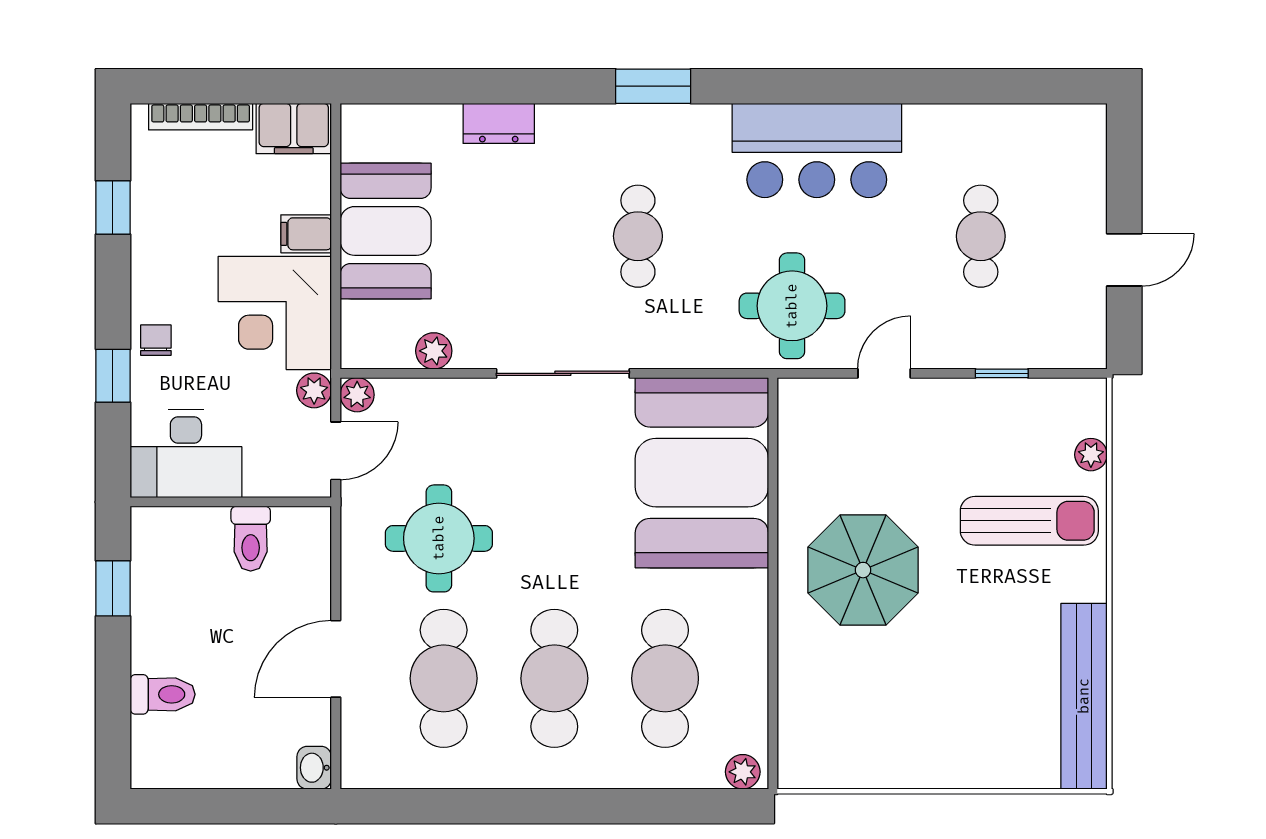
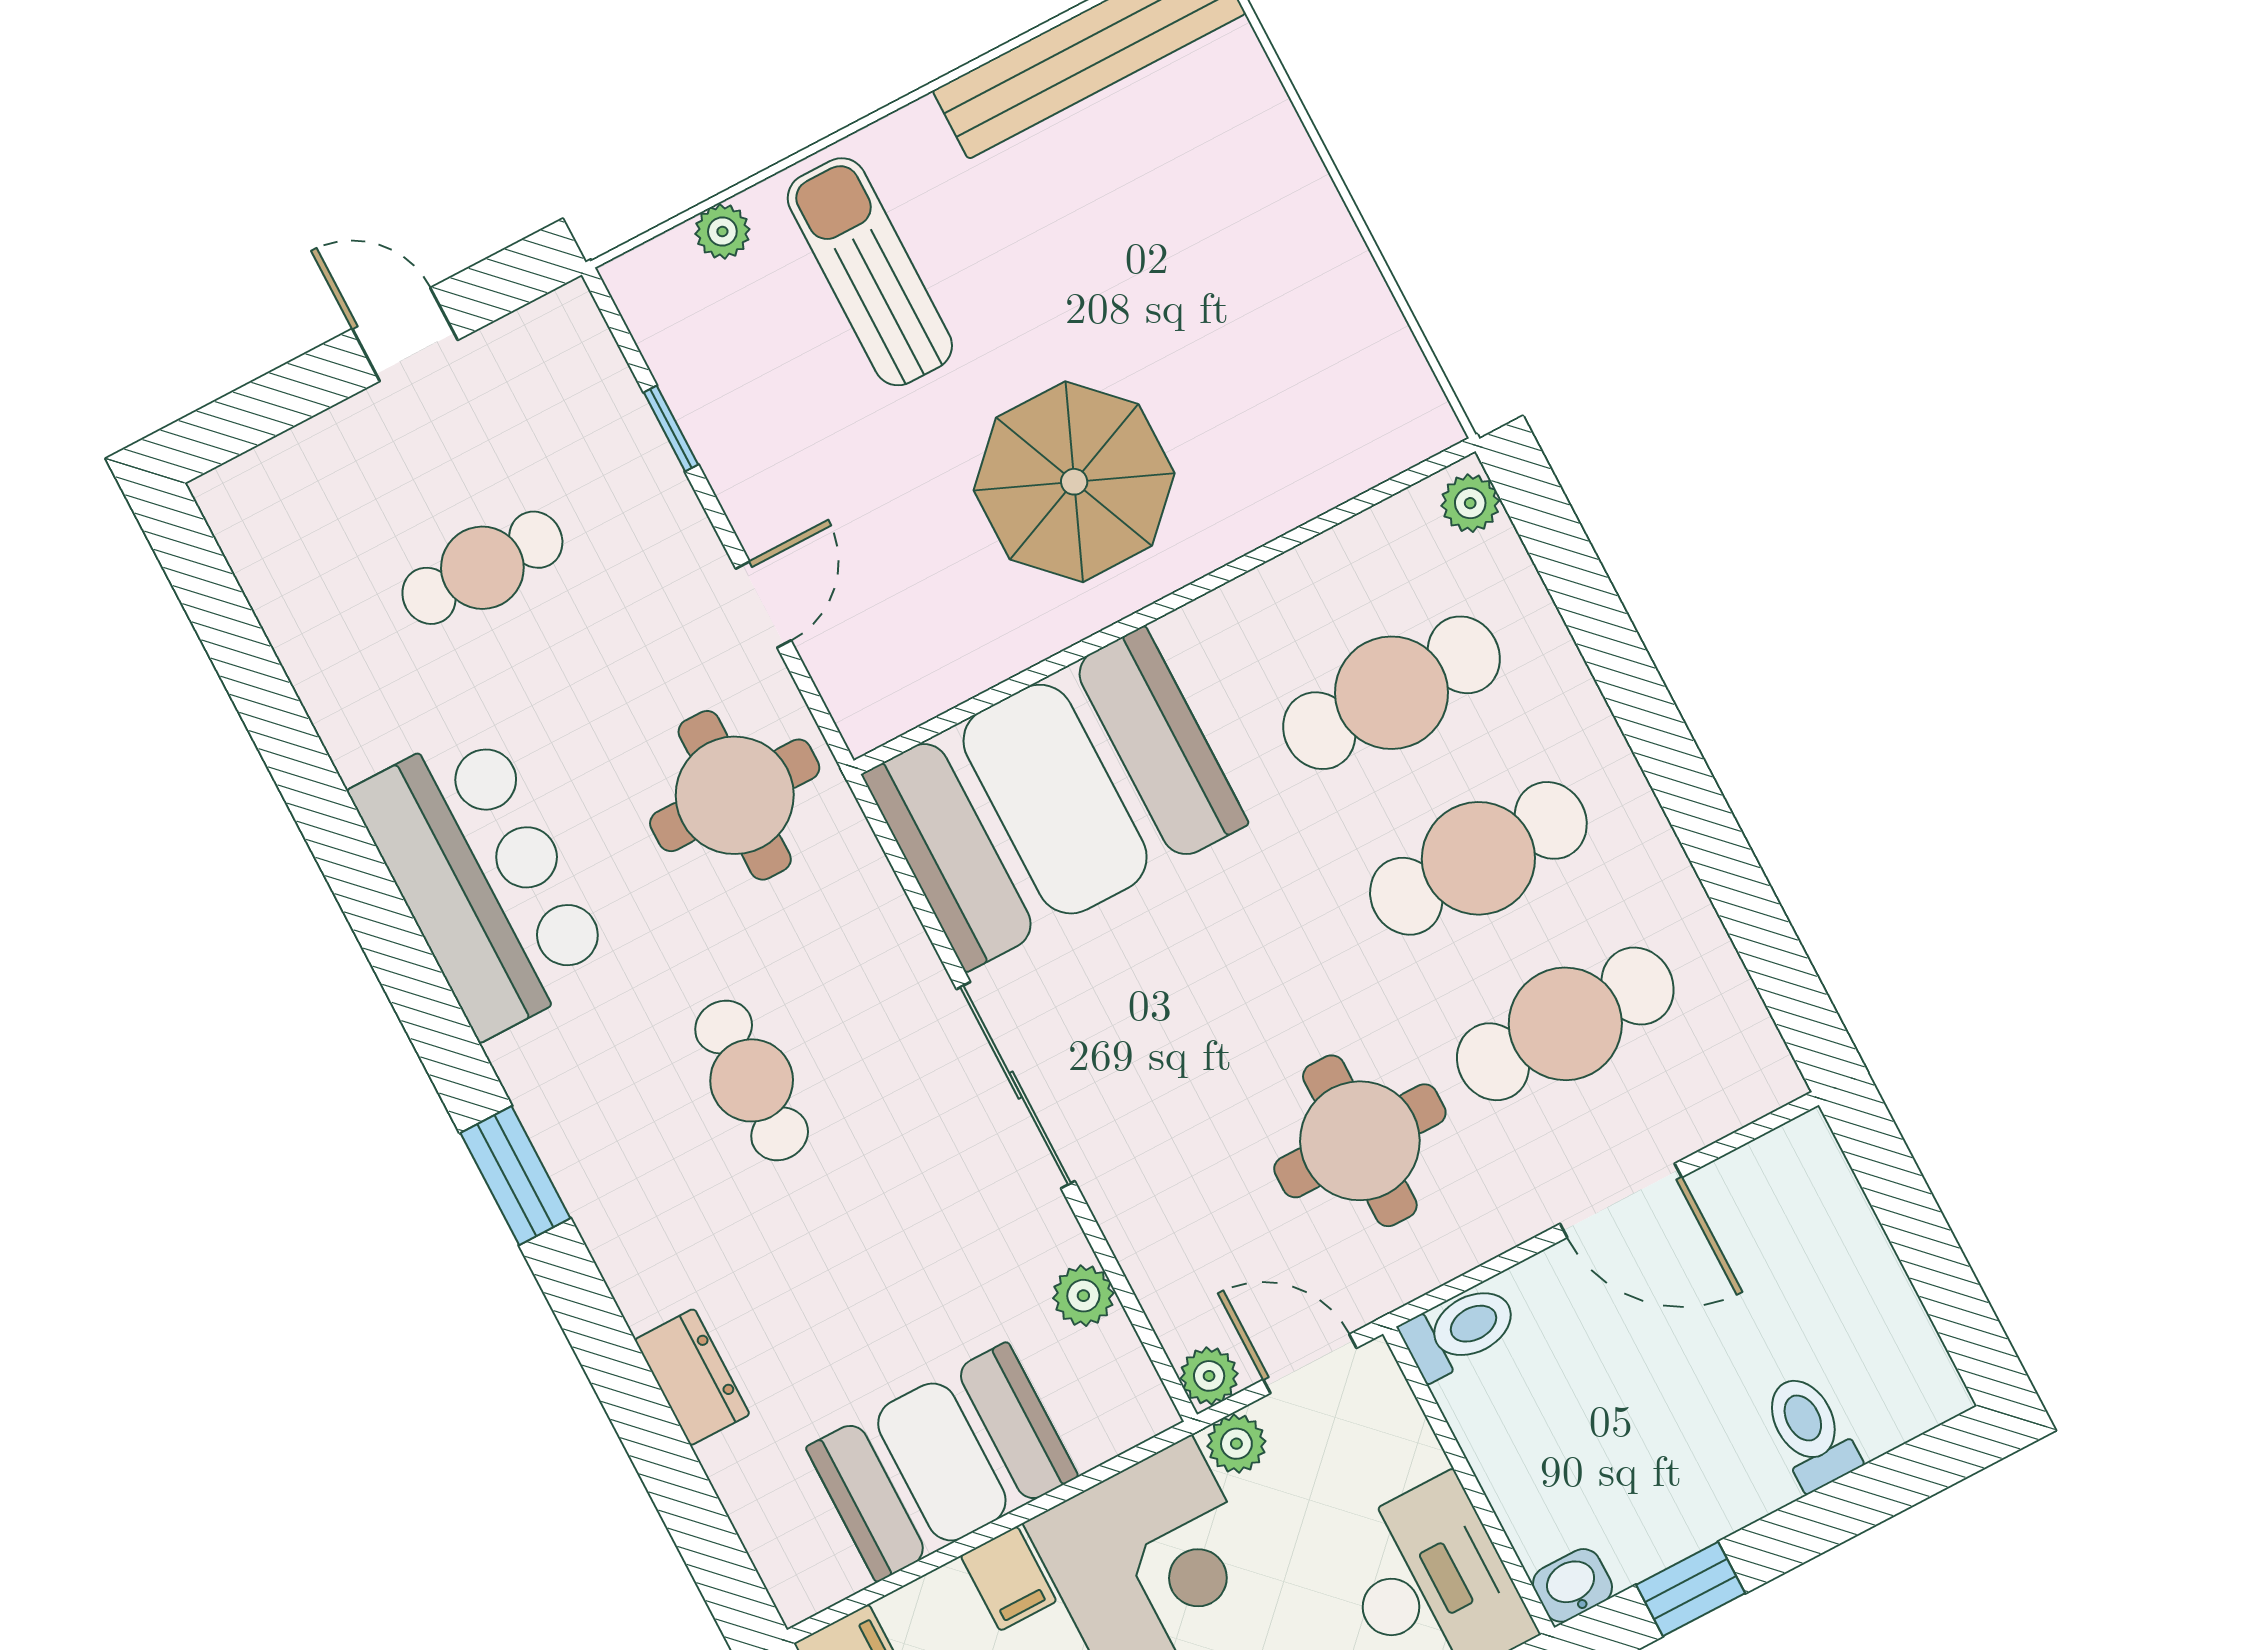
cafe table: (638, 236) -> (752, 1080), turned 90
door: (884, 373) -> (763, 605), swing flipped
toilet: (251, 539) -> (1460, 1331), moved
washbasin: (314, 768) -> (1572, 1585), moved, turned 180

